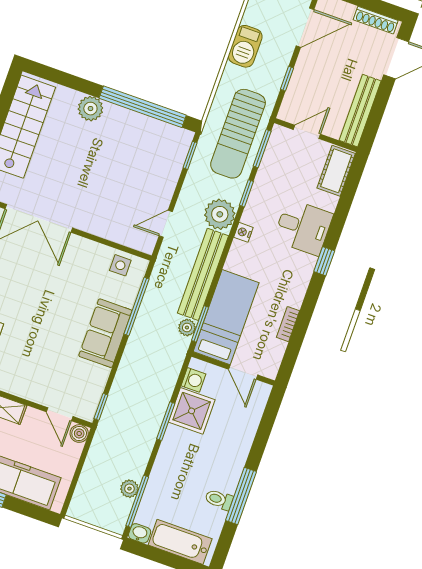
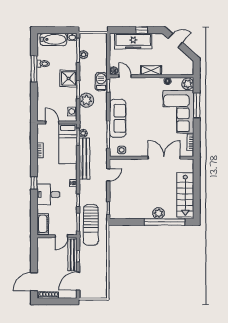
barbecue: (245, 46) -> (101, 82), moved
window: (143, 107) -> (165, 222), moved
bench: (360, 111) -> (72, 255), moved
sun lounger: (238, 134) -> (91, 225), turned 180
plant: (220, 214) -> (86, 100), moved
sofa: (105, 333) -> (118, 118), width x1.36
shower: (192, 411) -> (68, 78), moved

